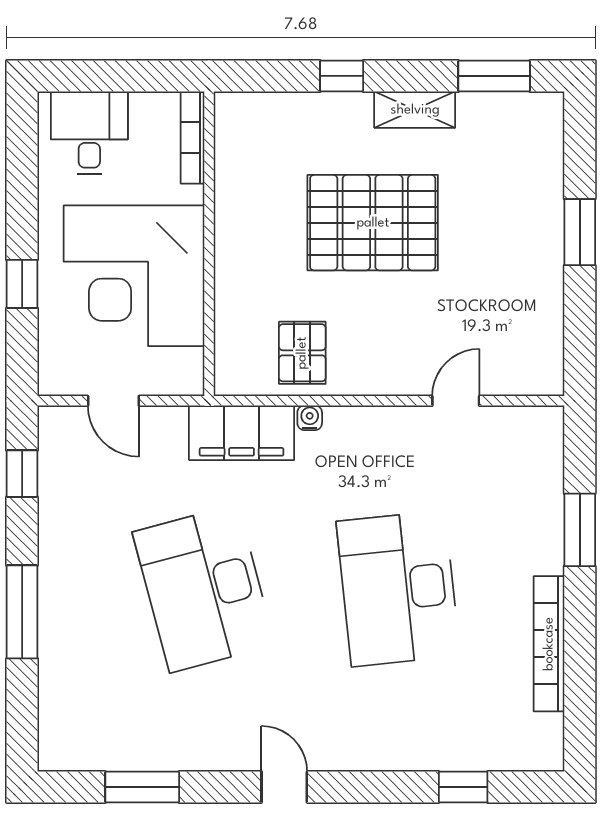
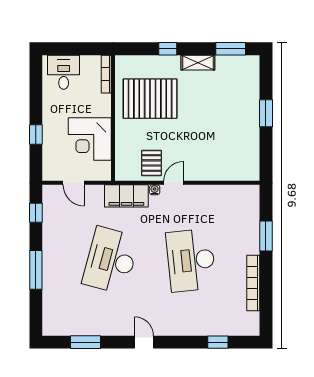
pallet: (373, 223) -> (150, 99), moved
corner desk: (134, 276) -> (90, 139), width x0.74, depth x0.74
door: (456, 401) -> (174, 183), moved
desk: (204, 589) -> (111, 260), turned 30

